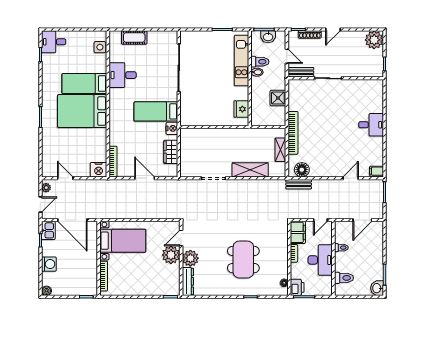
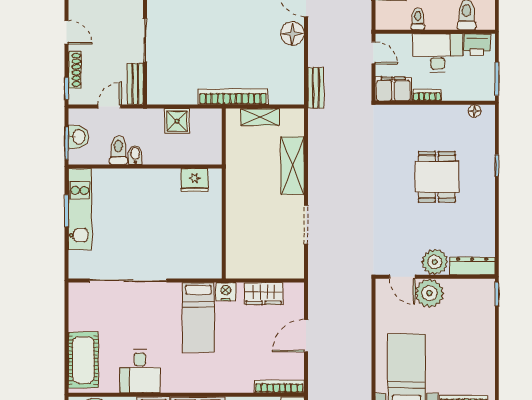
cot: (134, 37) -> (83, 360), width x1.37, depth x1.34
kitchen unit: (241, 61) -> (80, 209), moved, turned -90
floor lamp: (302, 170) -> (292, 34), moved
dining table: (243, 260) -> (437, 177), width x0.73
printer: (297, 287) -> (477, 45), moved, turned 180

